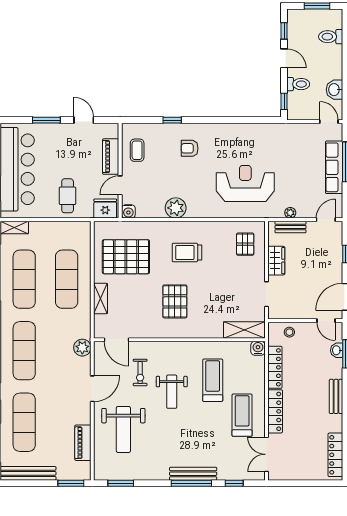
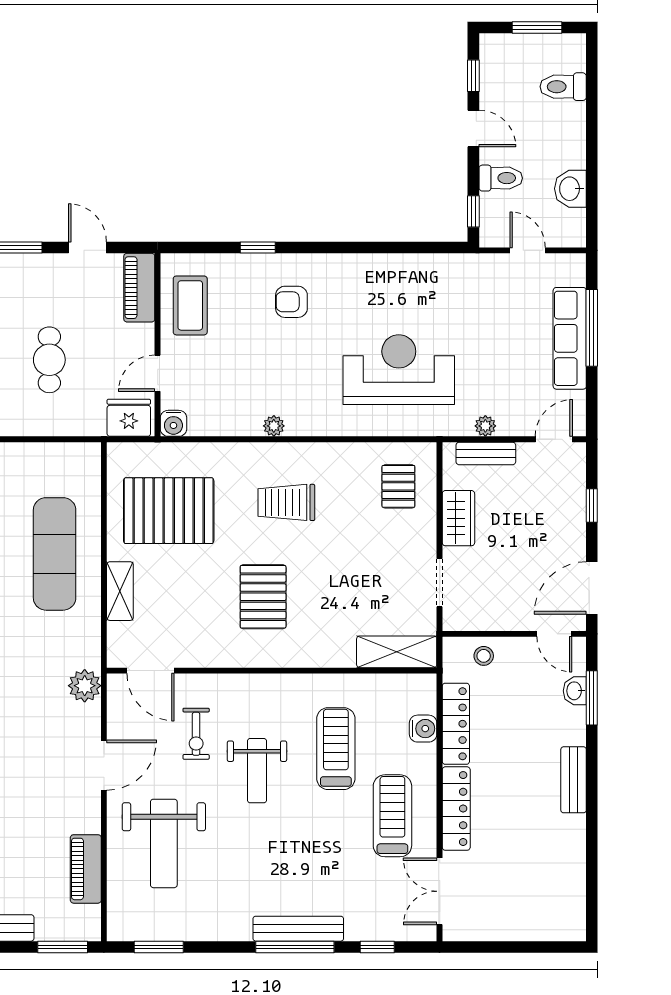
door: (329, 122) -> (528, 250), moved
coffee table: (137, 150) -> (190, 305), width x1.36, depth x1.30
piano: (111, 157) -> (139, 288), moved
cafe table: (68, 196) -> (49, 360), moved
plant: (176, 208) -> (274, 426), width x0.53, depth x0.53
water cooler: (258, 348) -> (423, 729), moved, turned 90
locker: (335, 455) -> (572, 892), removed

